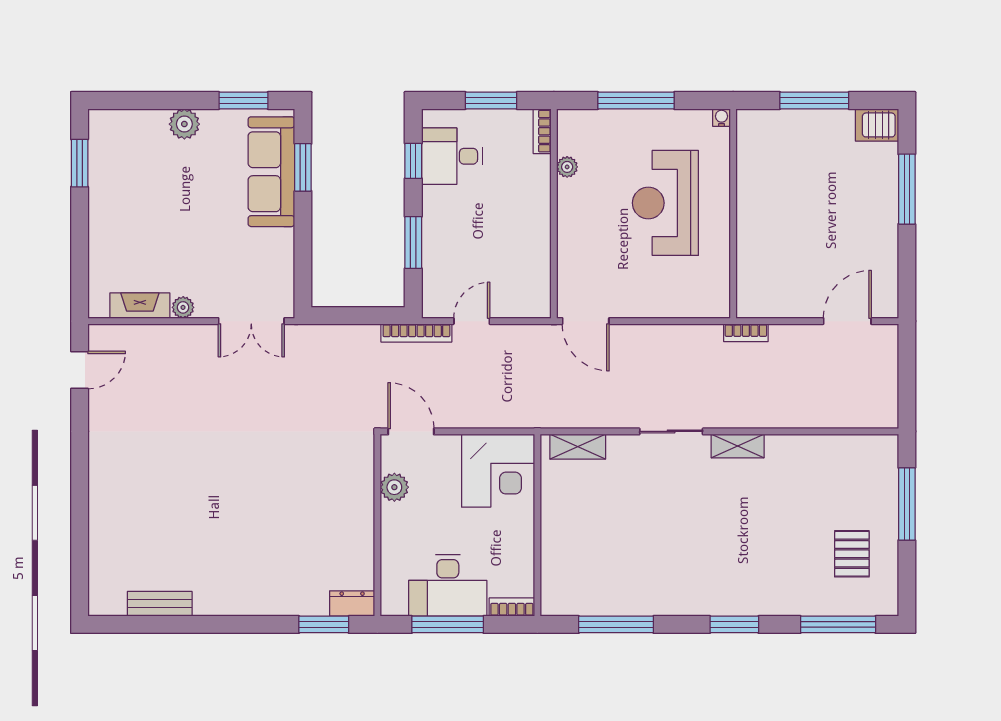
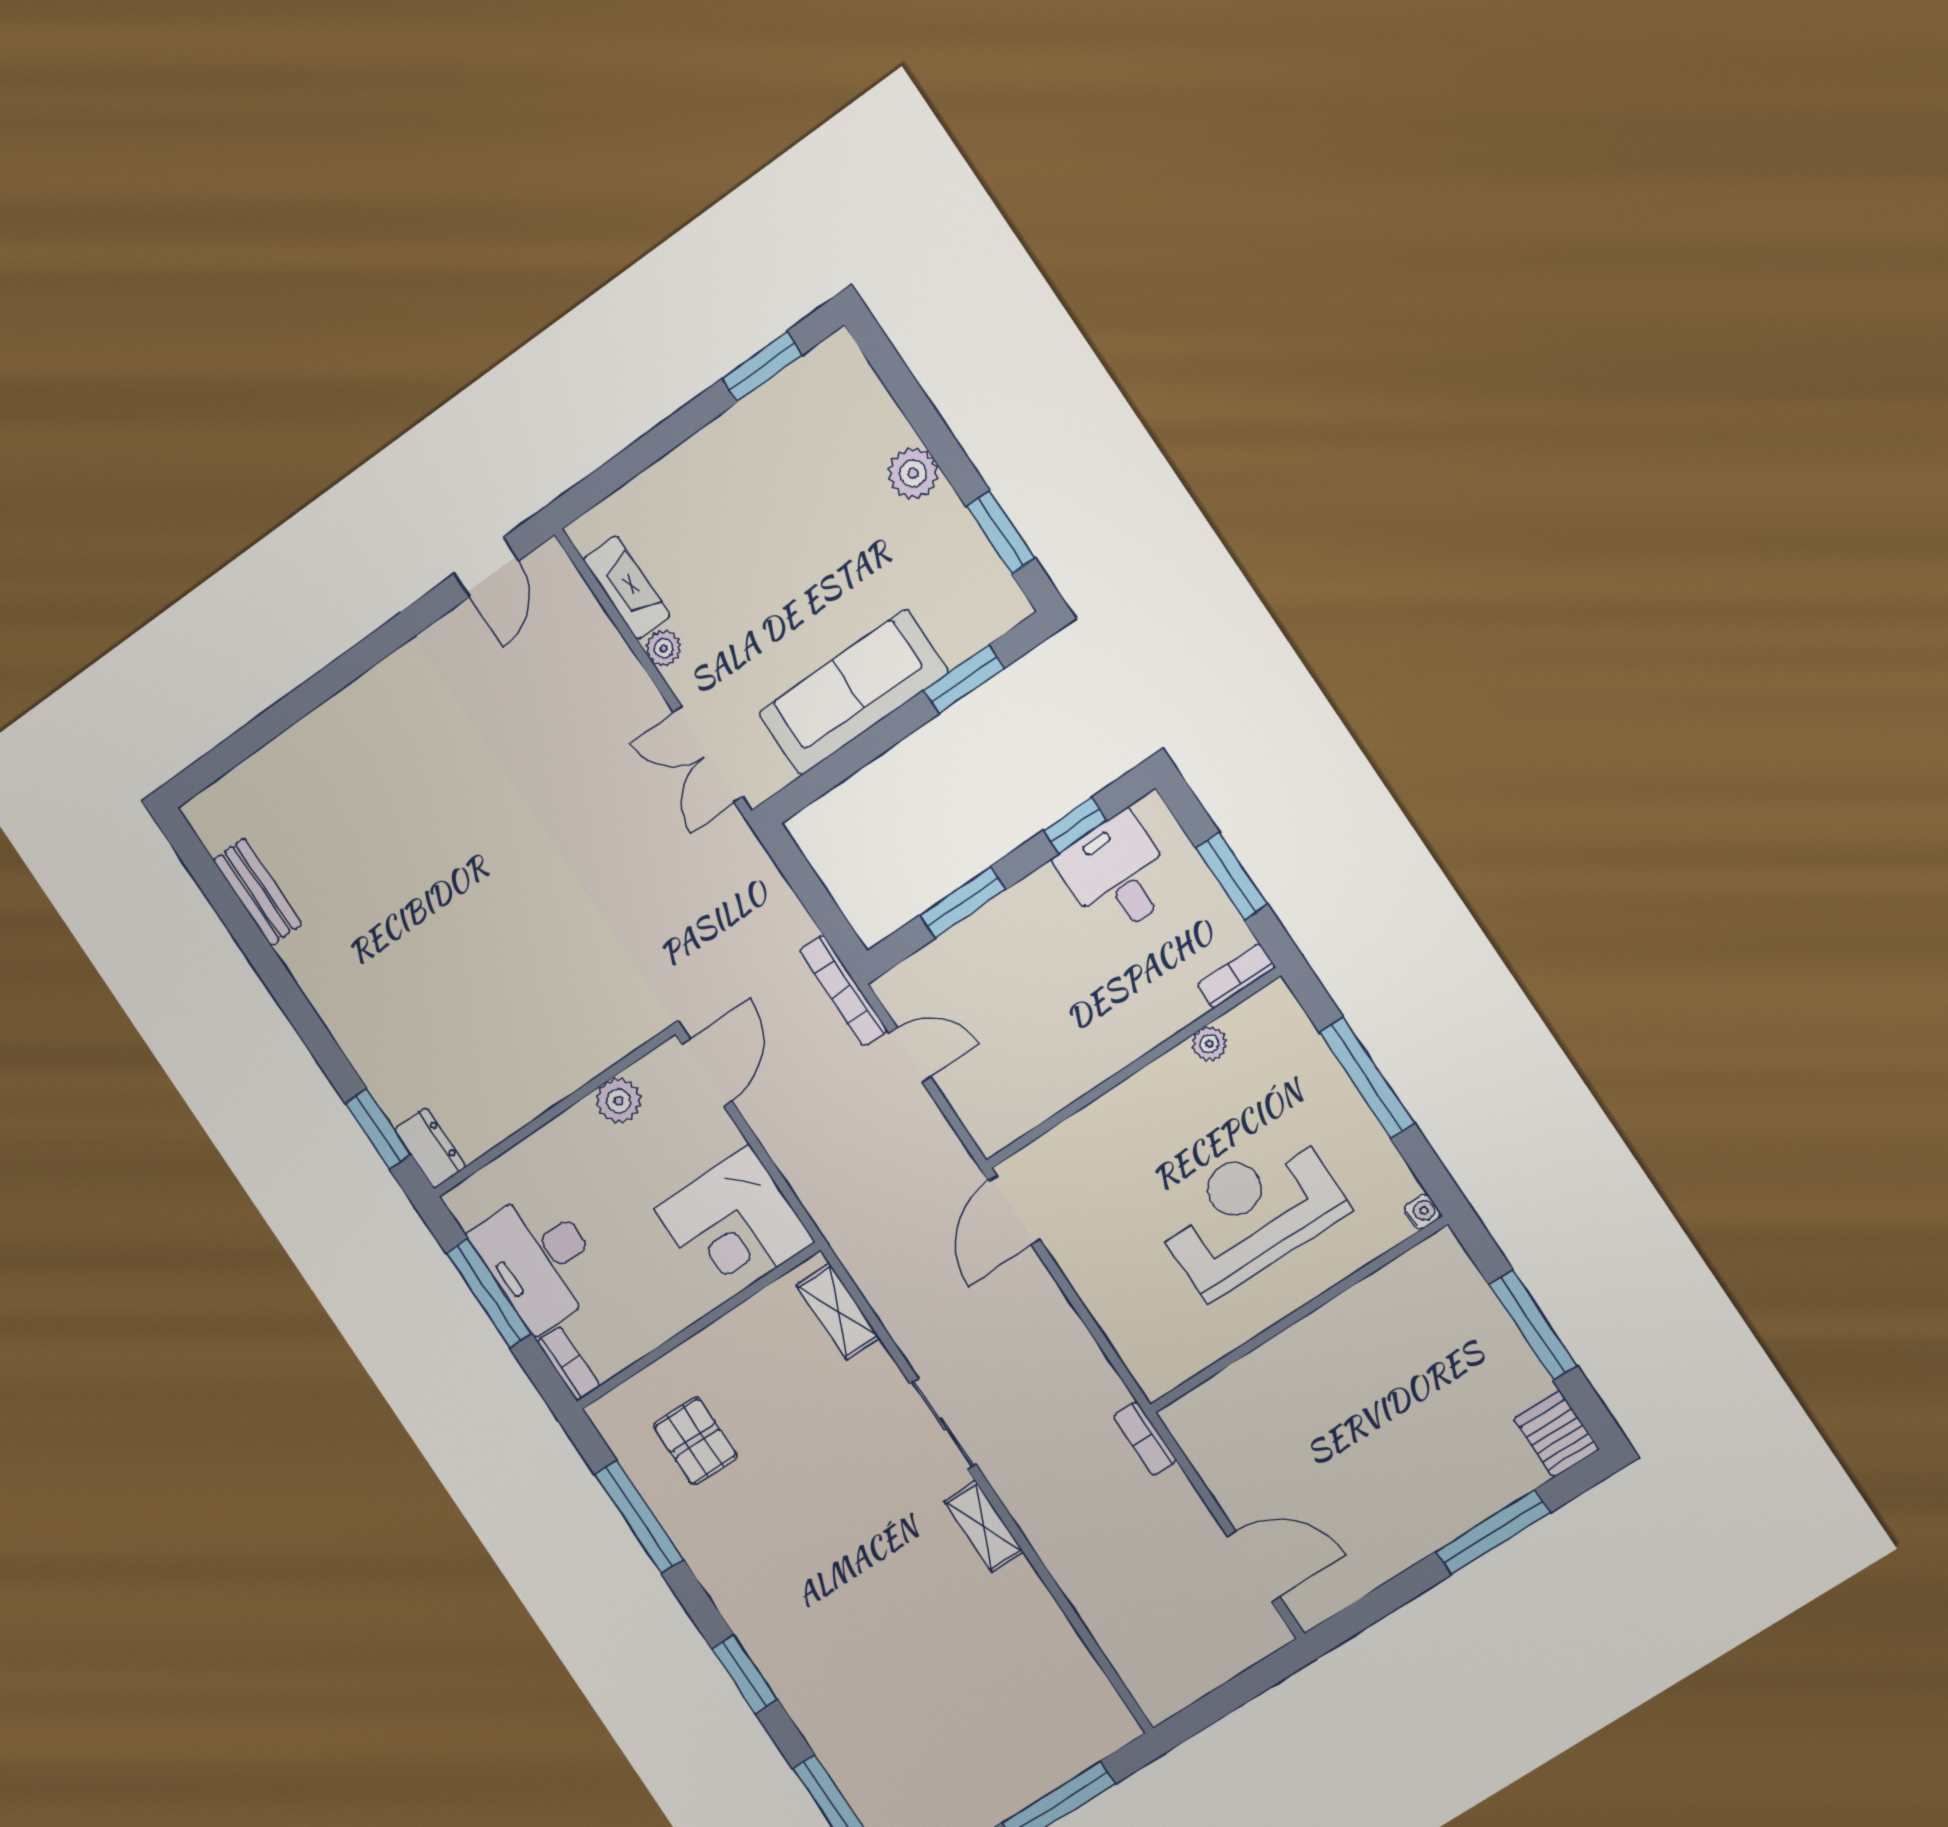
sofa: (271, 172) -> (853, 693), moved
door: (80, 370) -> (486, 567), hinge flipped
pallet: (852, 554) -> (695, 1441), moved, turned 90

